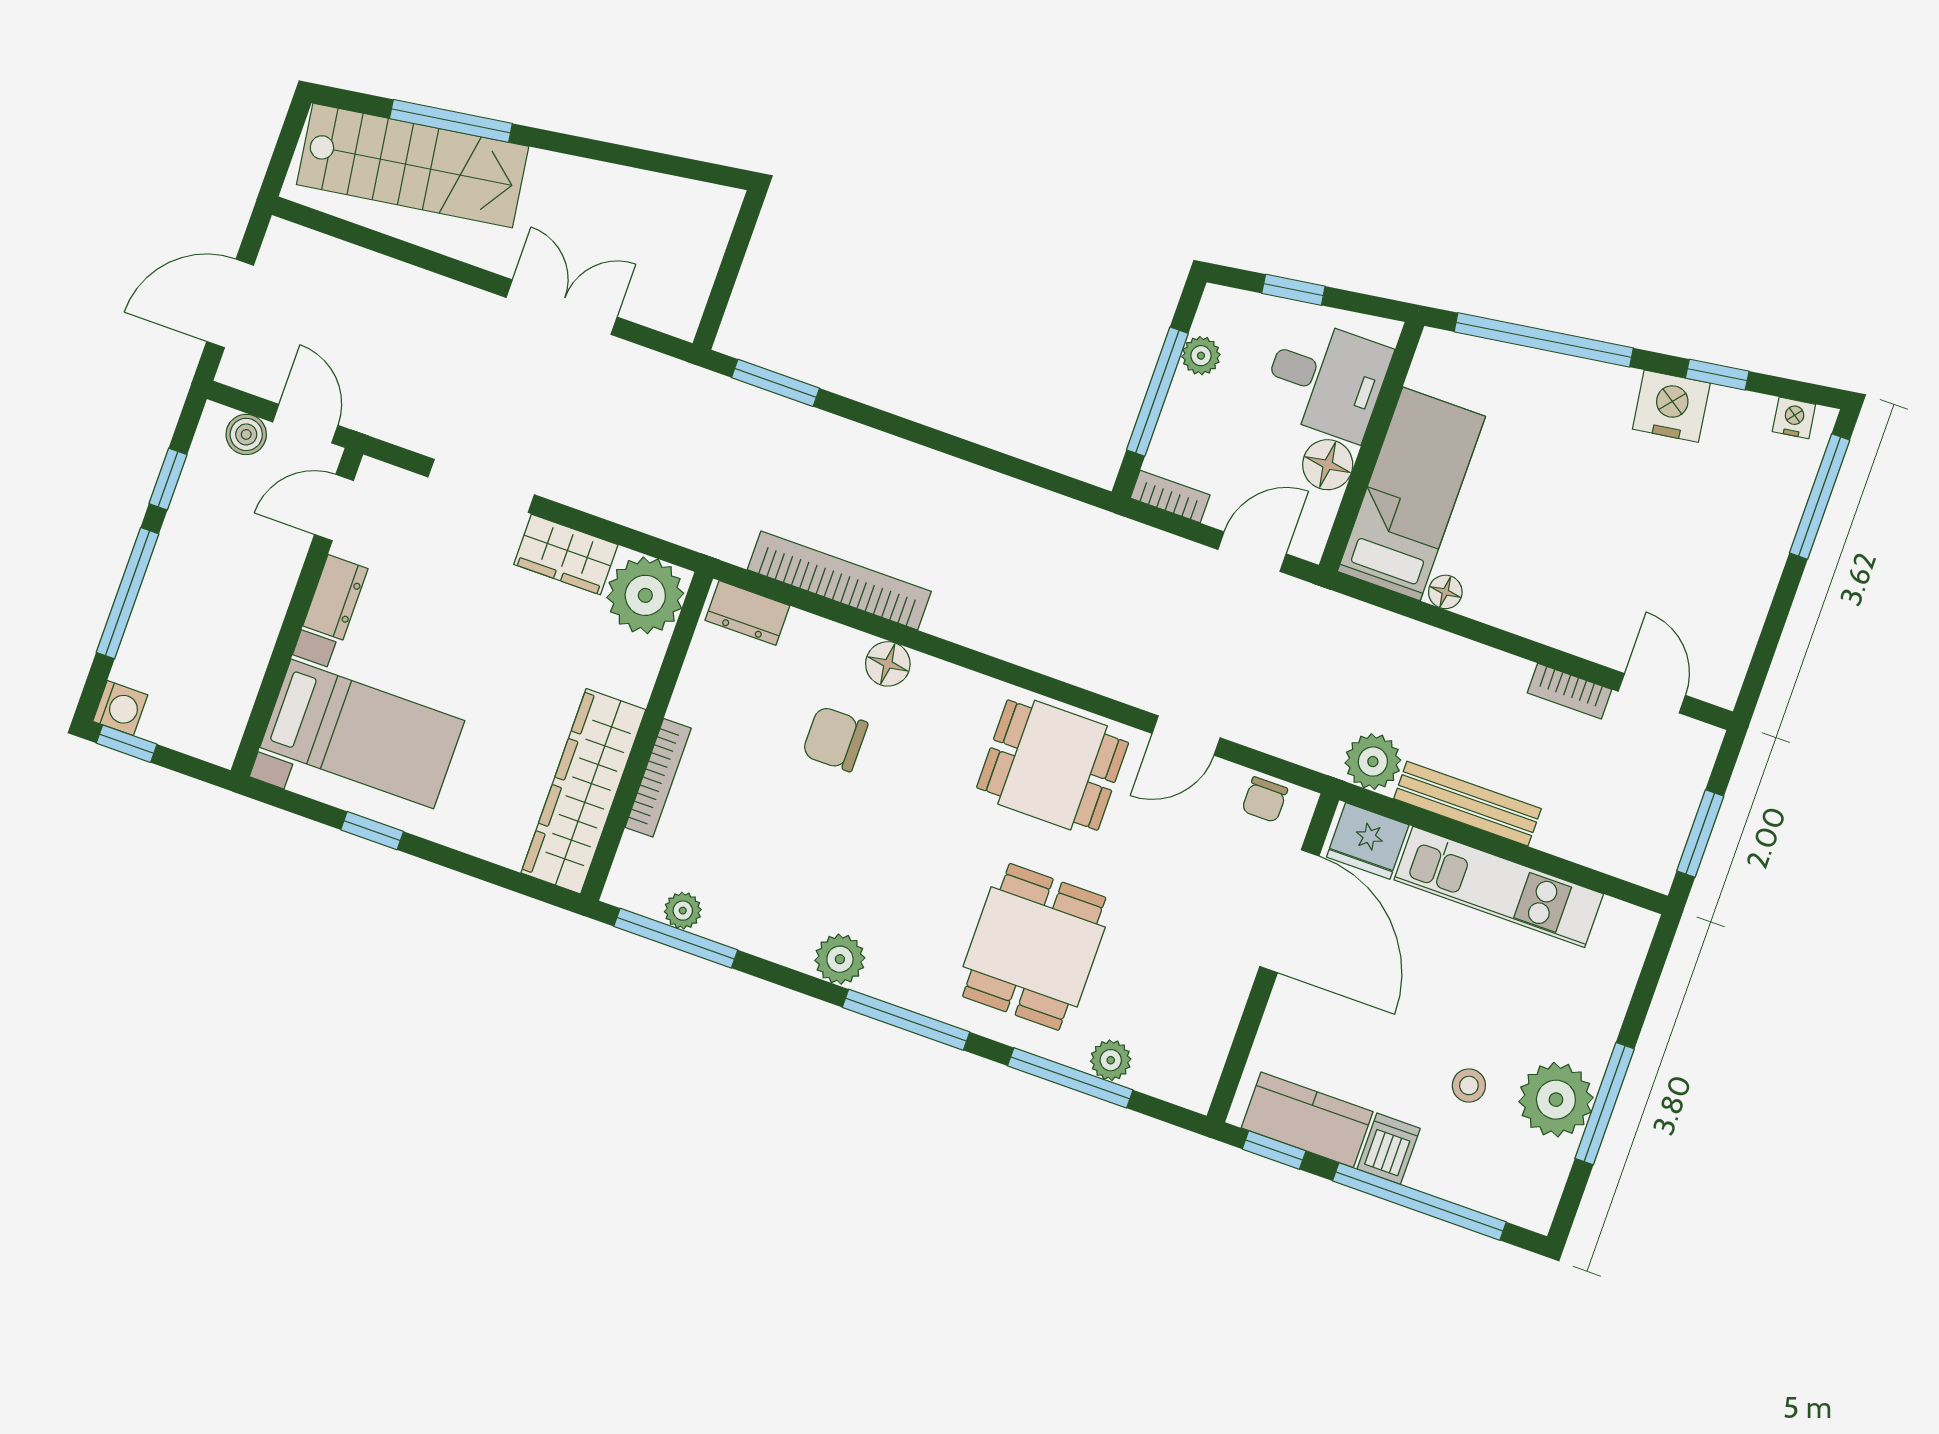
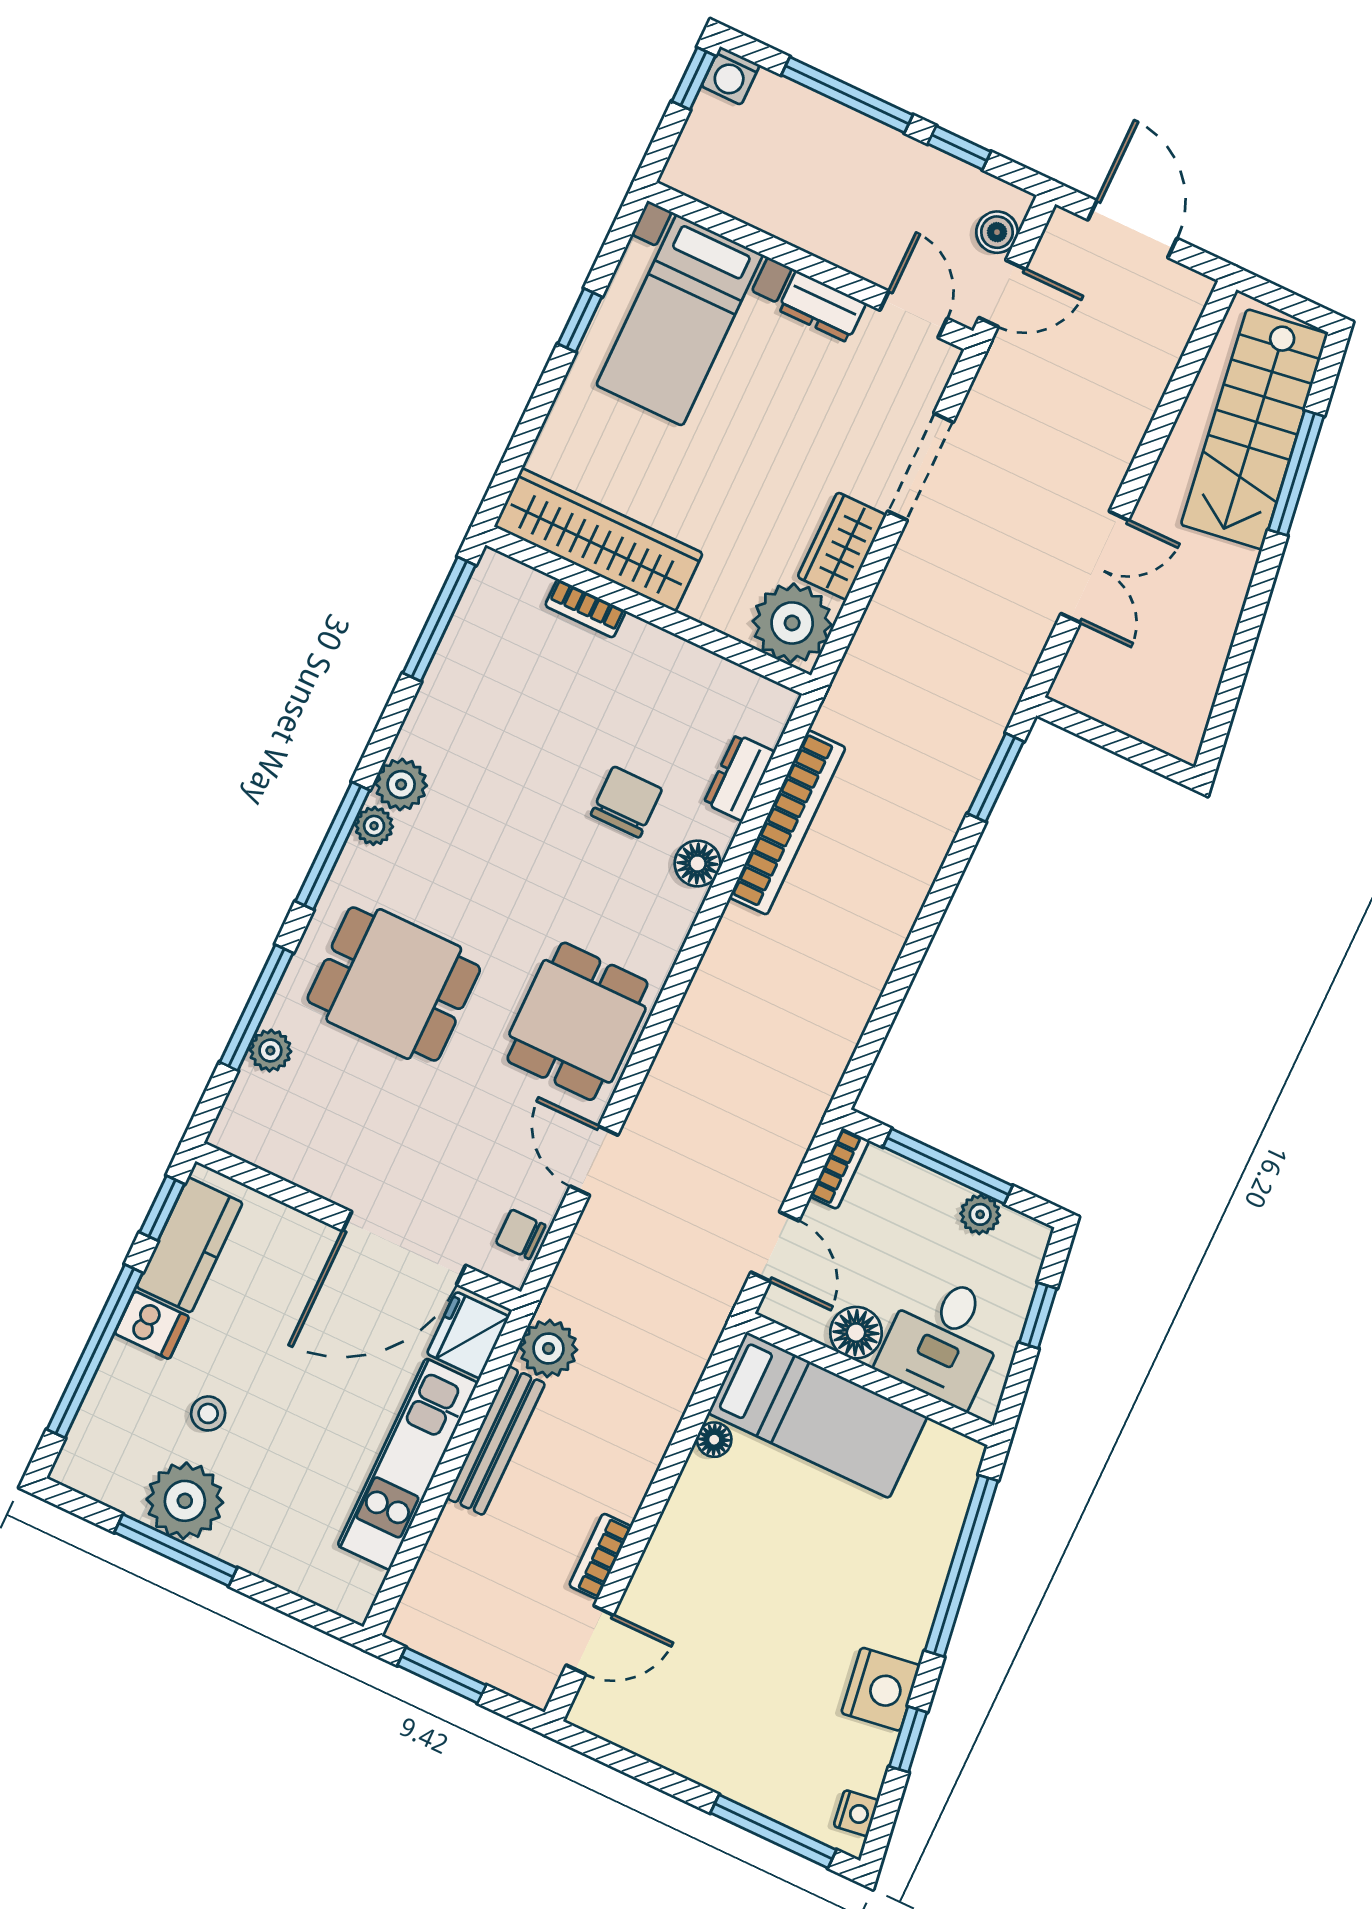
dresser: (747, 613) -> (739, 777), moved
bookcase: (658, 778) -> (585, 608), width x0.64
plant: (683, 911) -> (374, 826), moved

